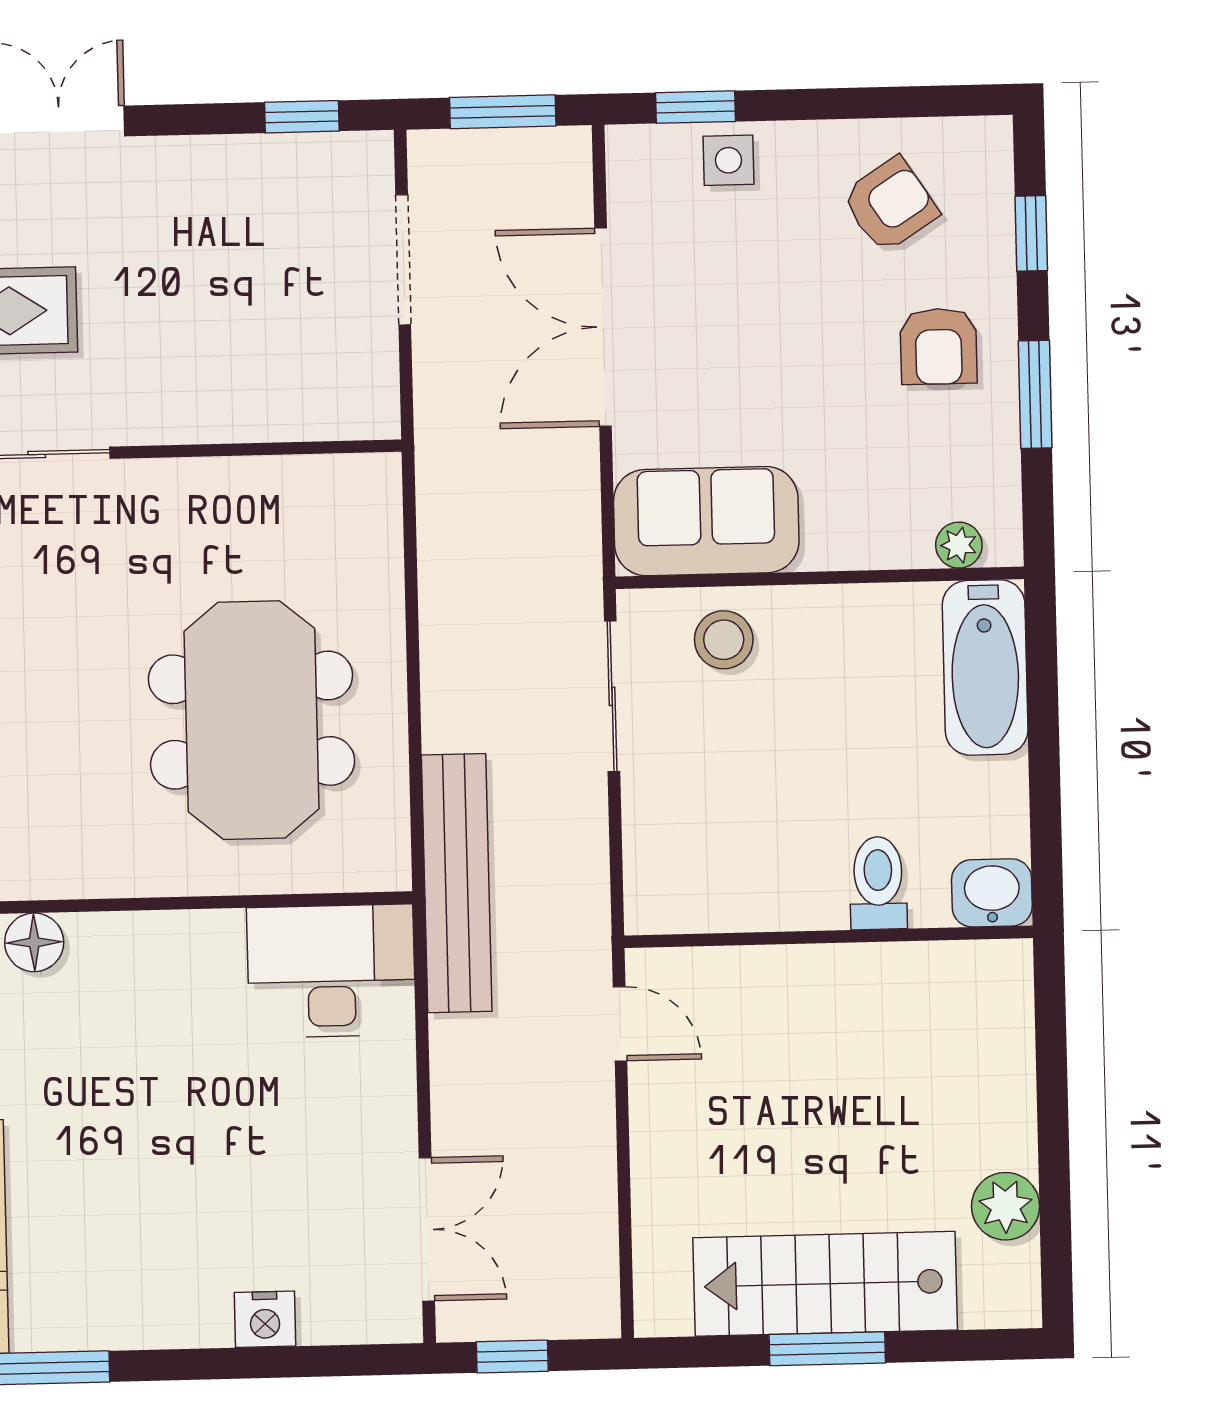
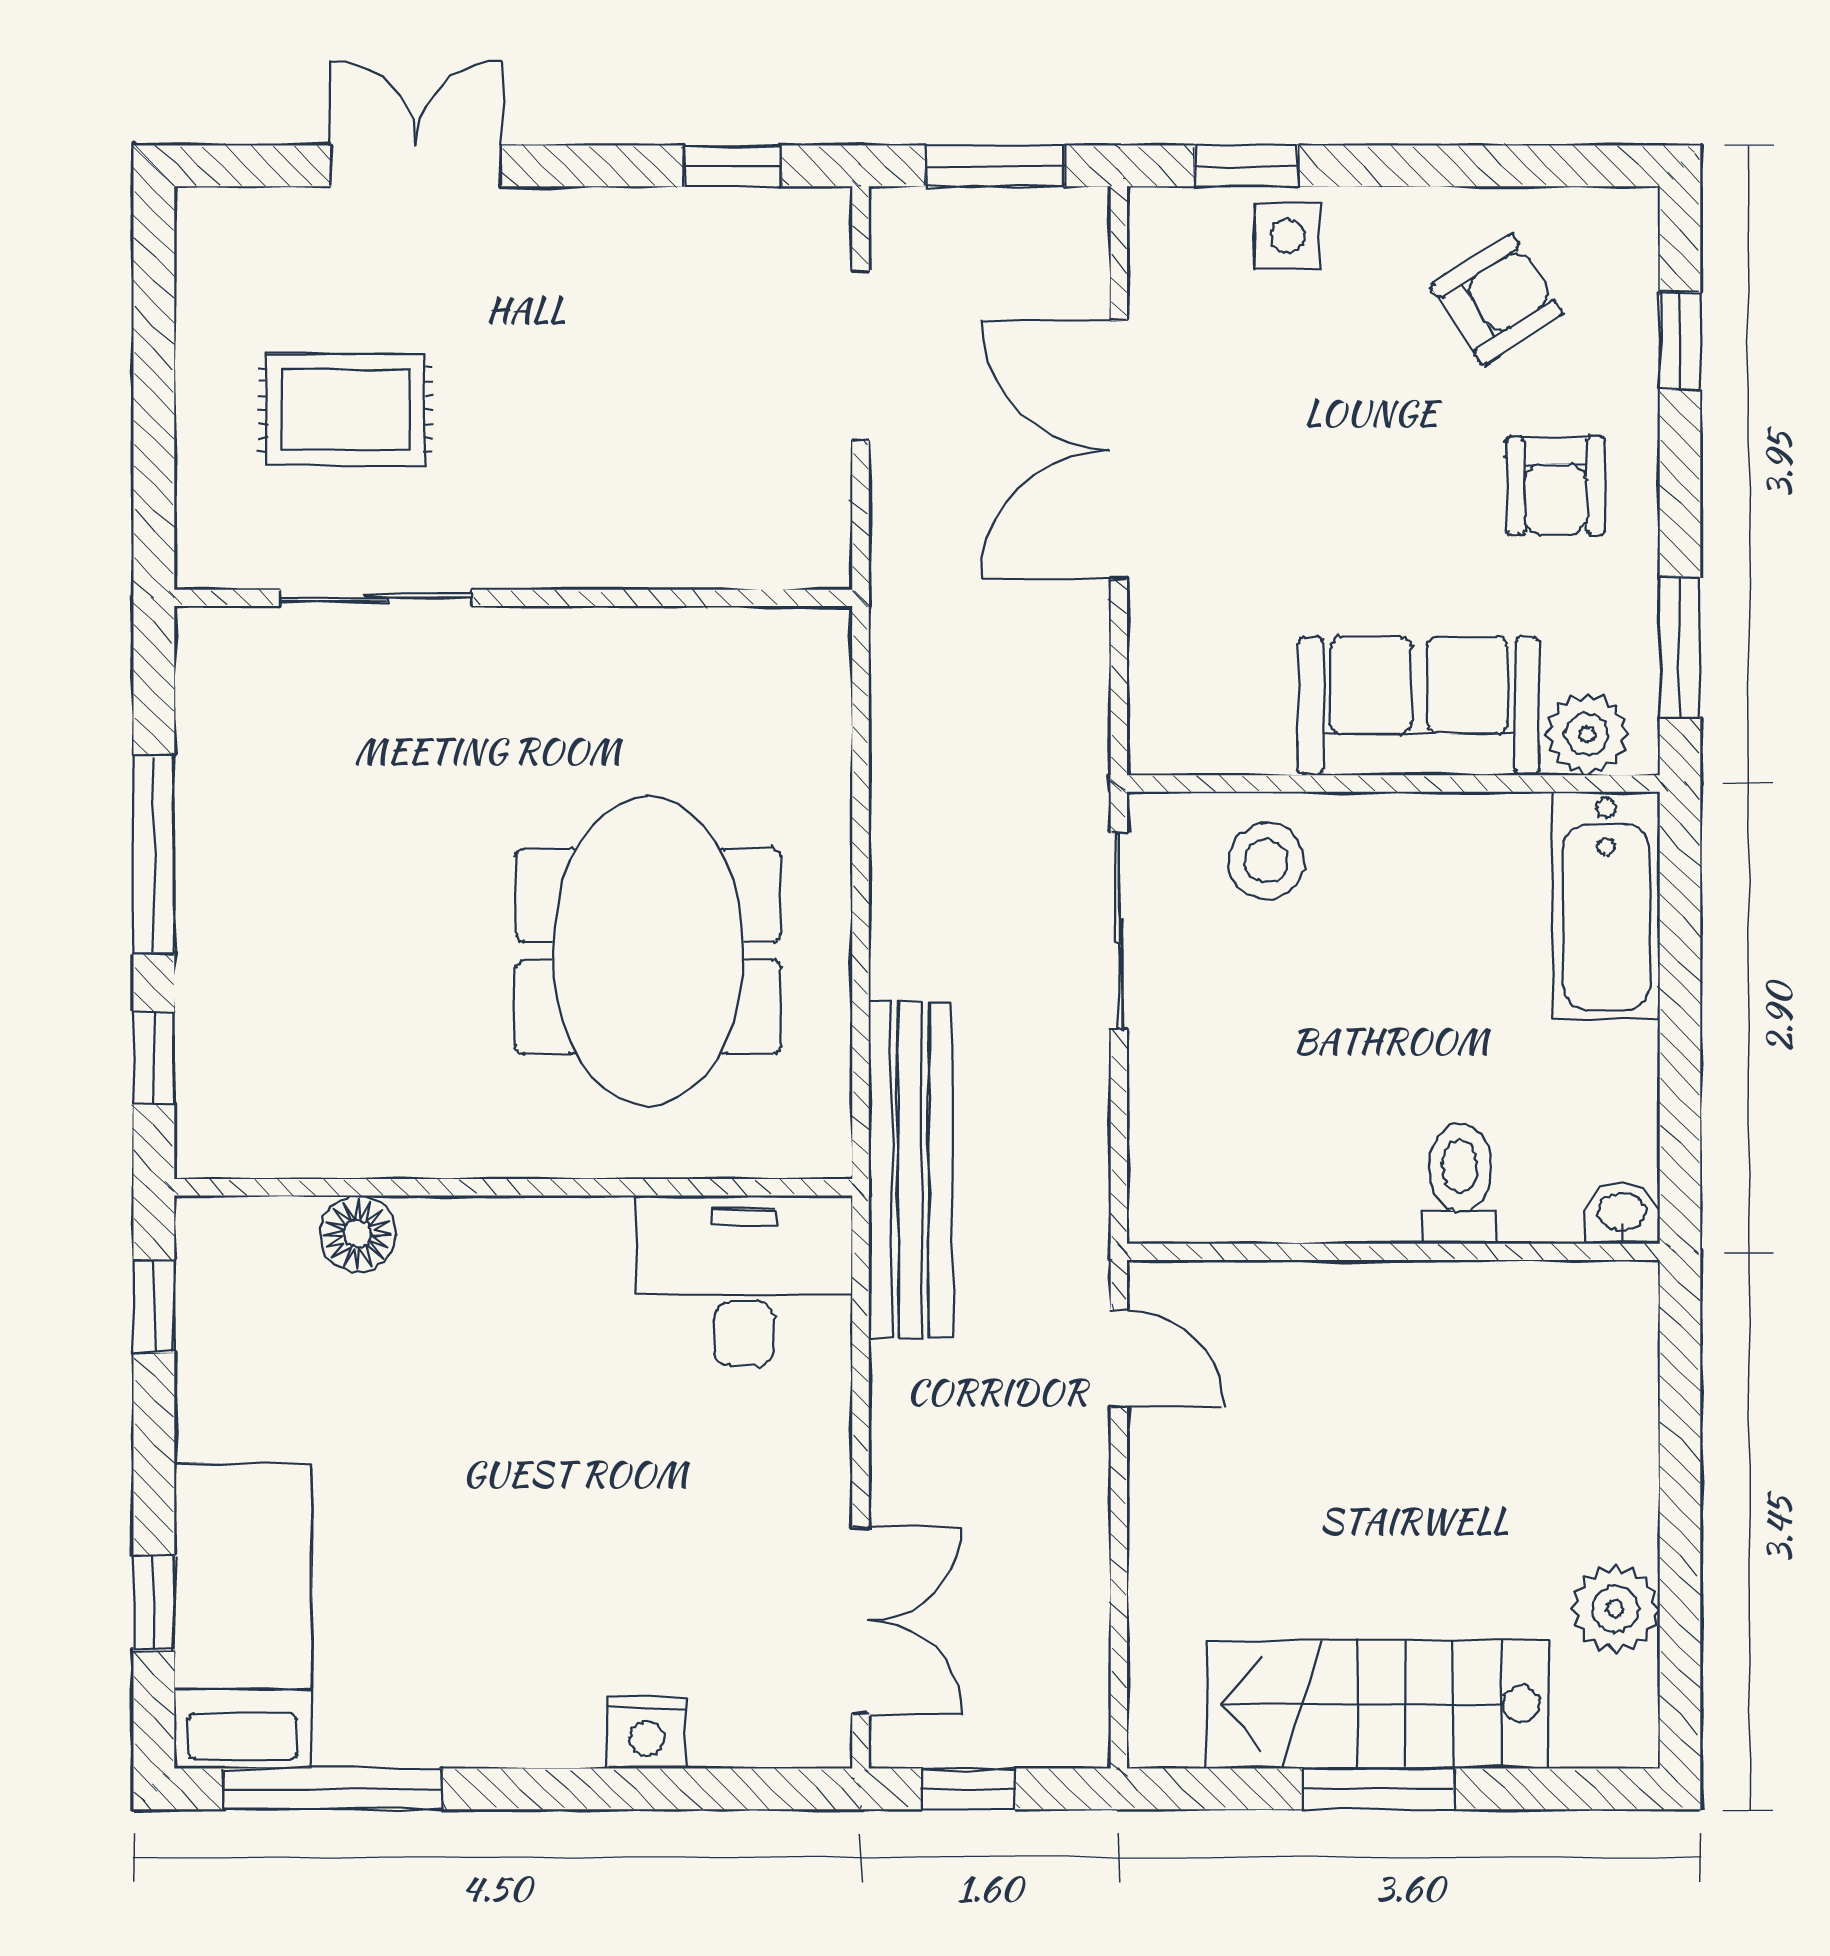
window: (1035, 394) -> (1680, 647), moved
sofa: (706, 521) -> (1419, 706), moved
plant: (959, 545) -> (1587, 734), width x1.38, depth x1.38
washbasin: (992, 893) -> (1622, 1213), width x0.72, depth x0.69

